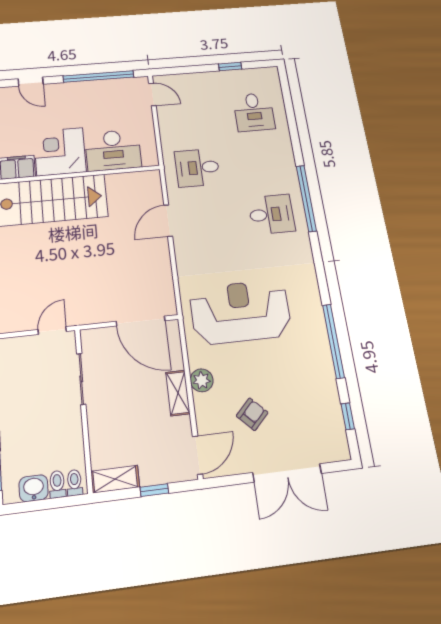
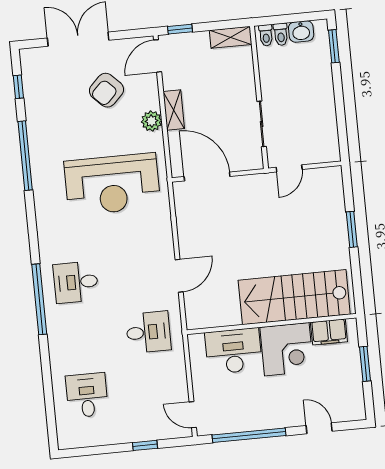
window: (230, 66) -> (145, 445), moved
armchair: (252, 414) -> (106, 90), width x1.38, depth x1.38
window: (154, 490) -> (180, 29), moved

